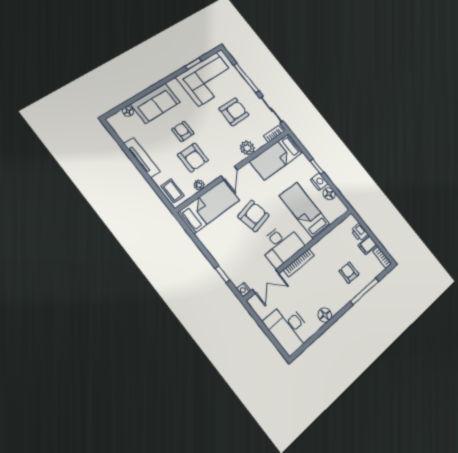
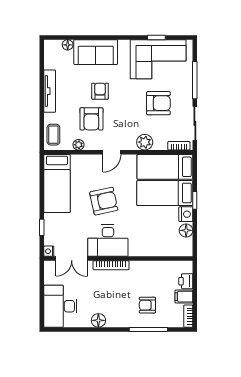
bed: (209, 206) -> (57, 183), moved, turned 90
bed: (305, 210) -> (165, 193), moved, turned -90
armchair: (349, 273) -> (147, 305), turned -90

